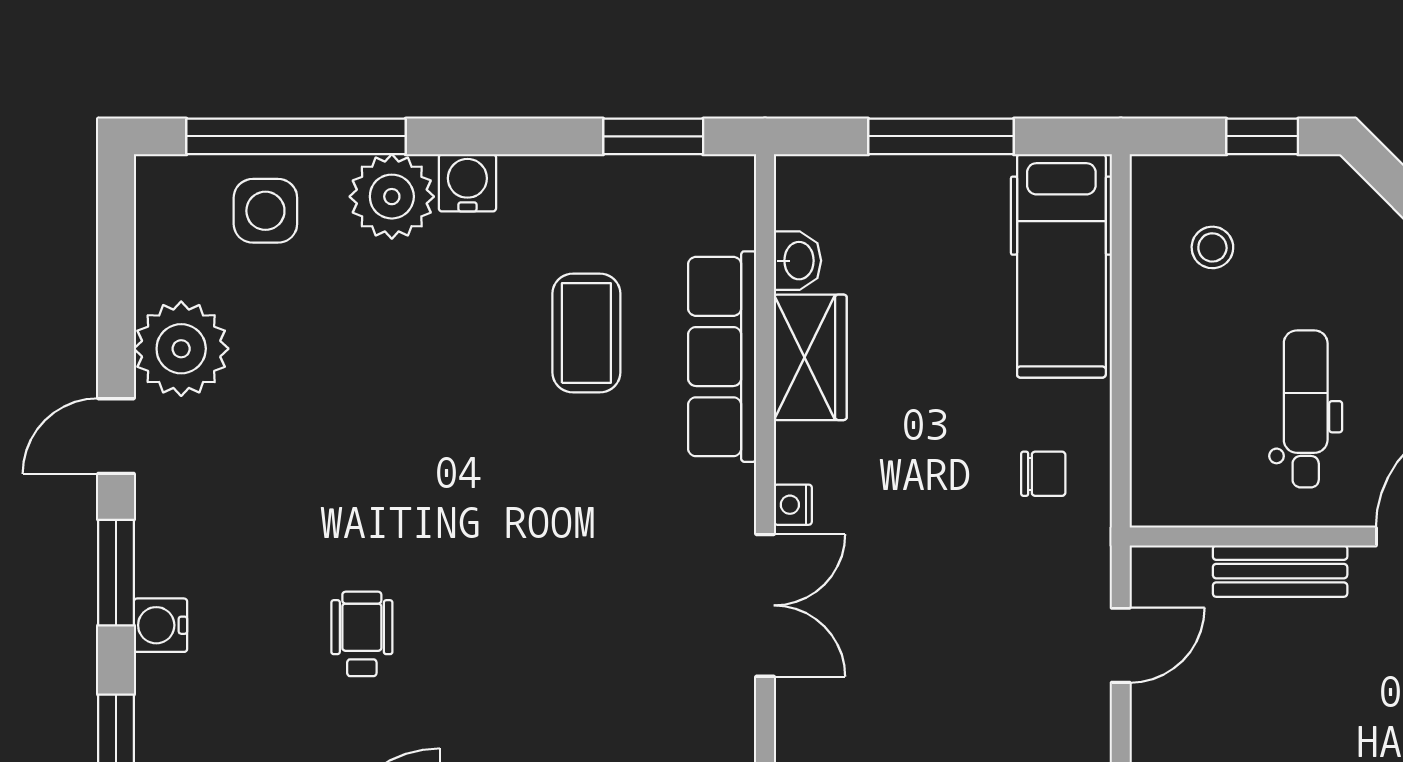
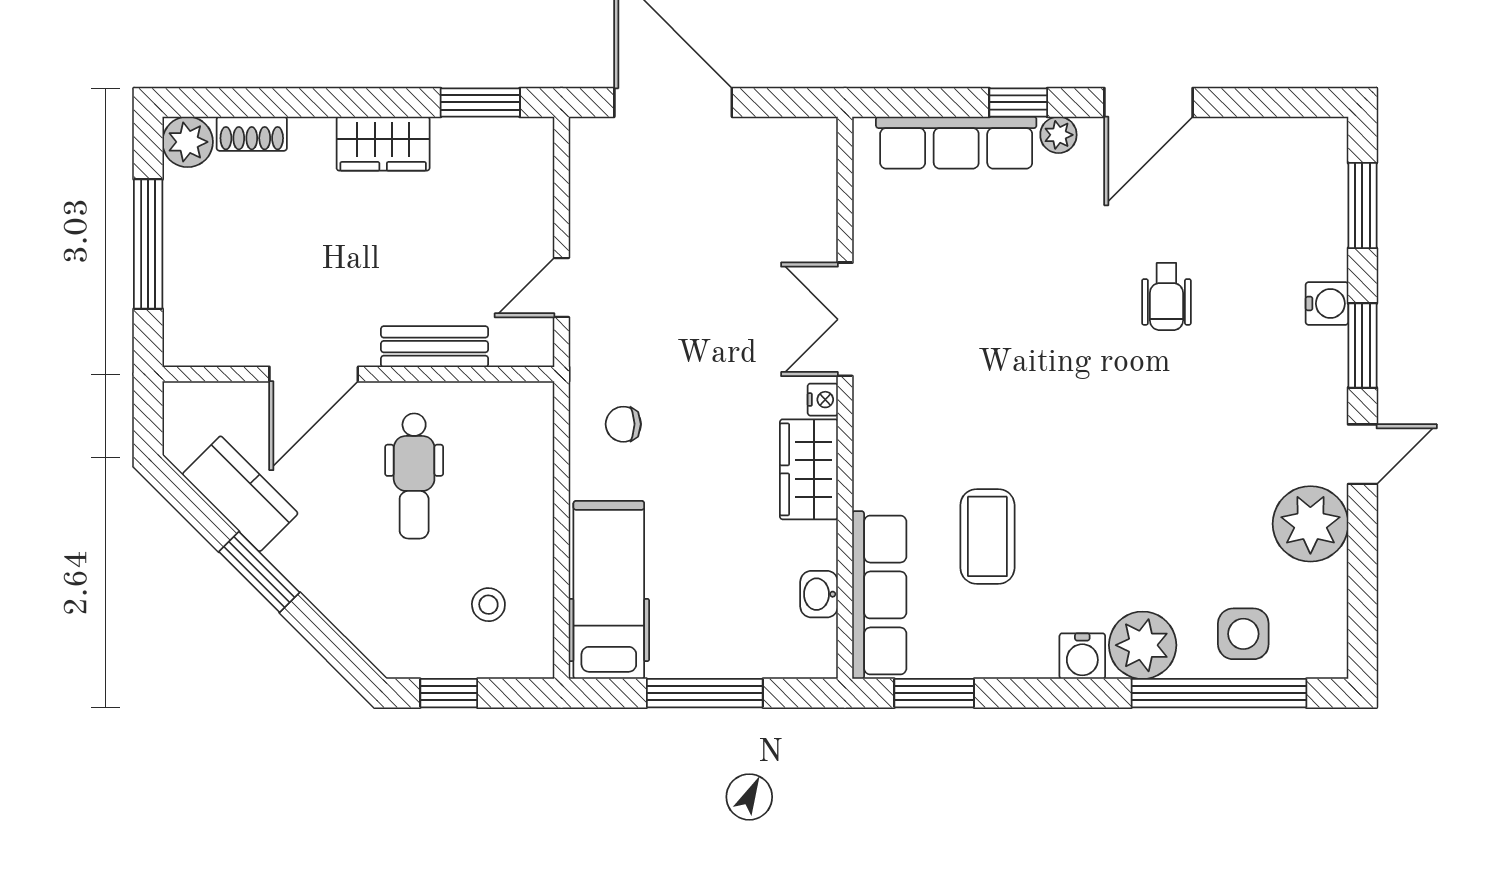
row of seats: (722, 357) -> (879, 595), moved
wardrobe: (810, 357) -> (809, 469), moved

